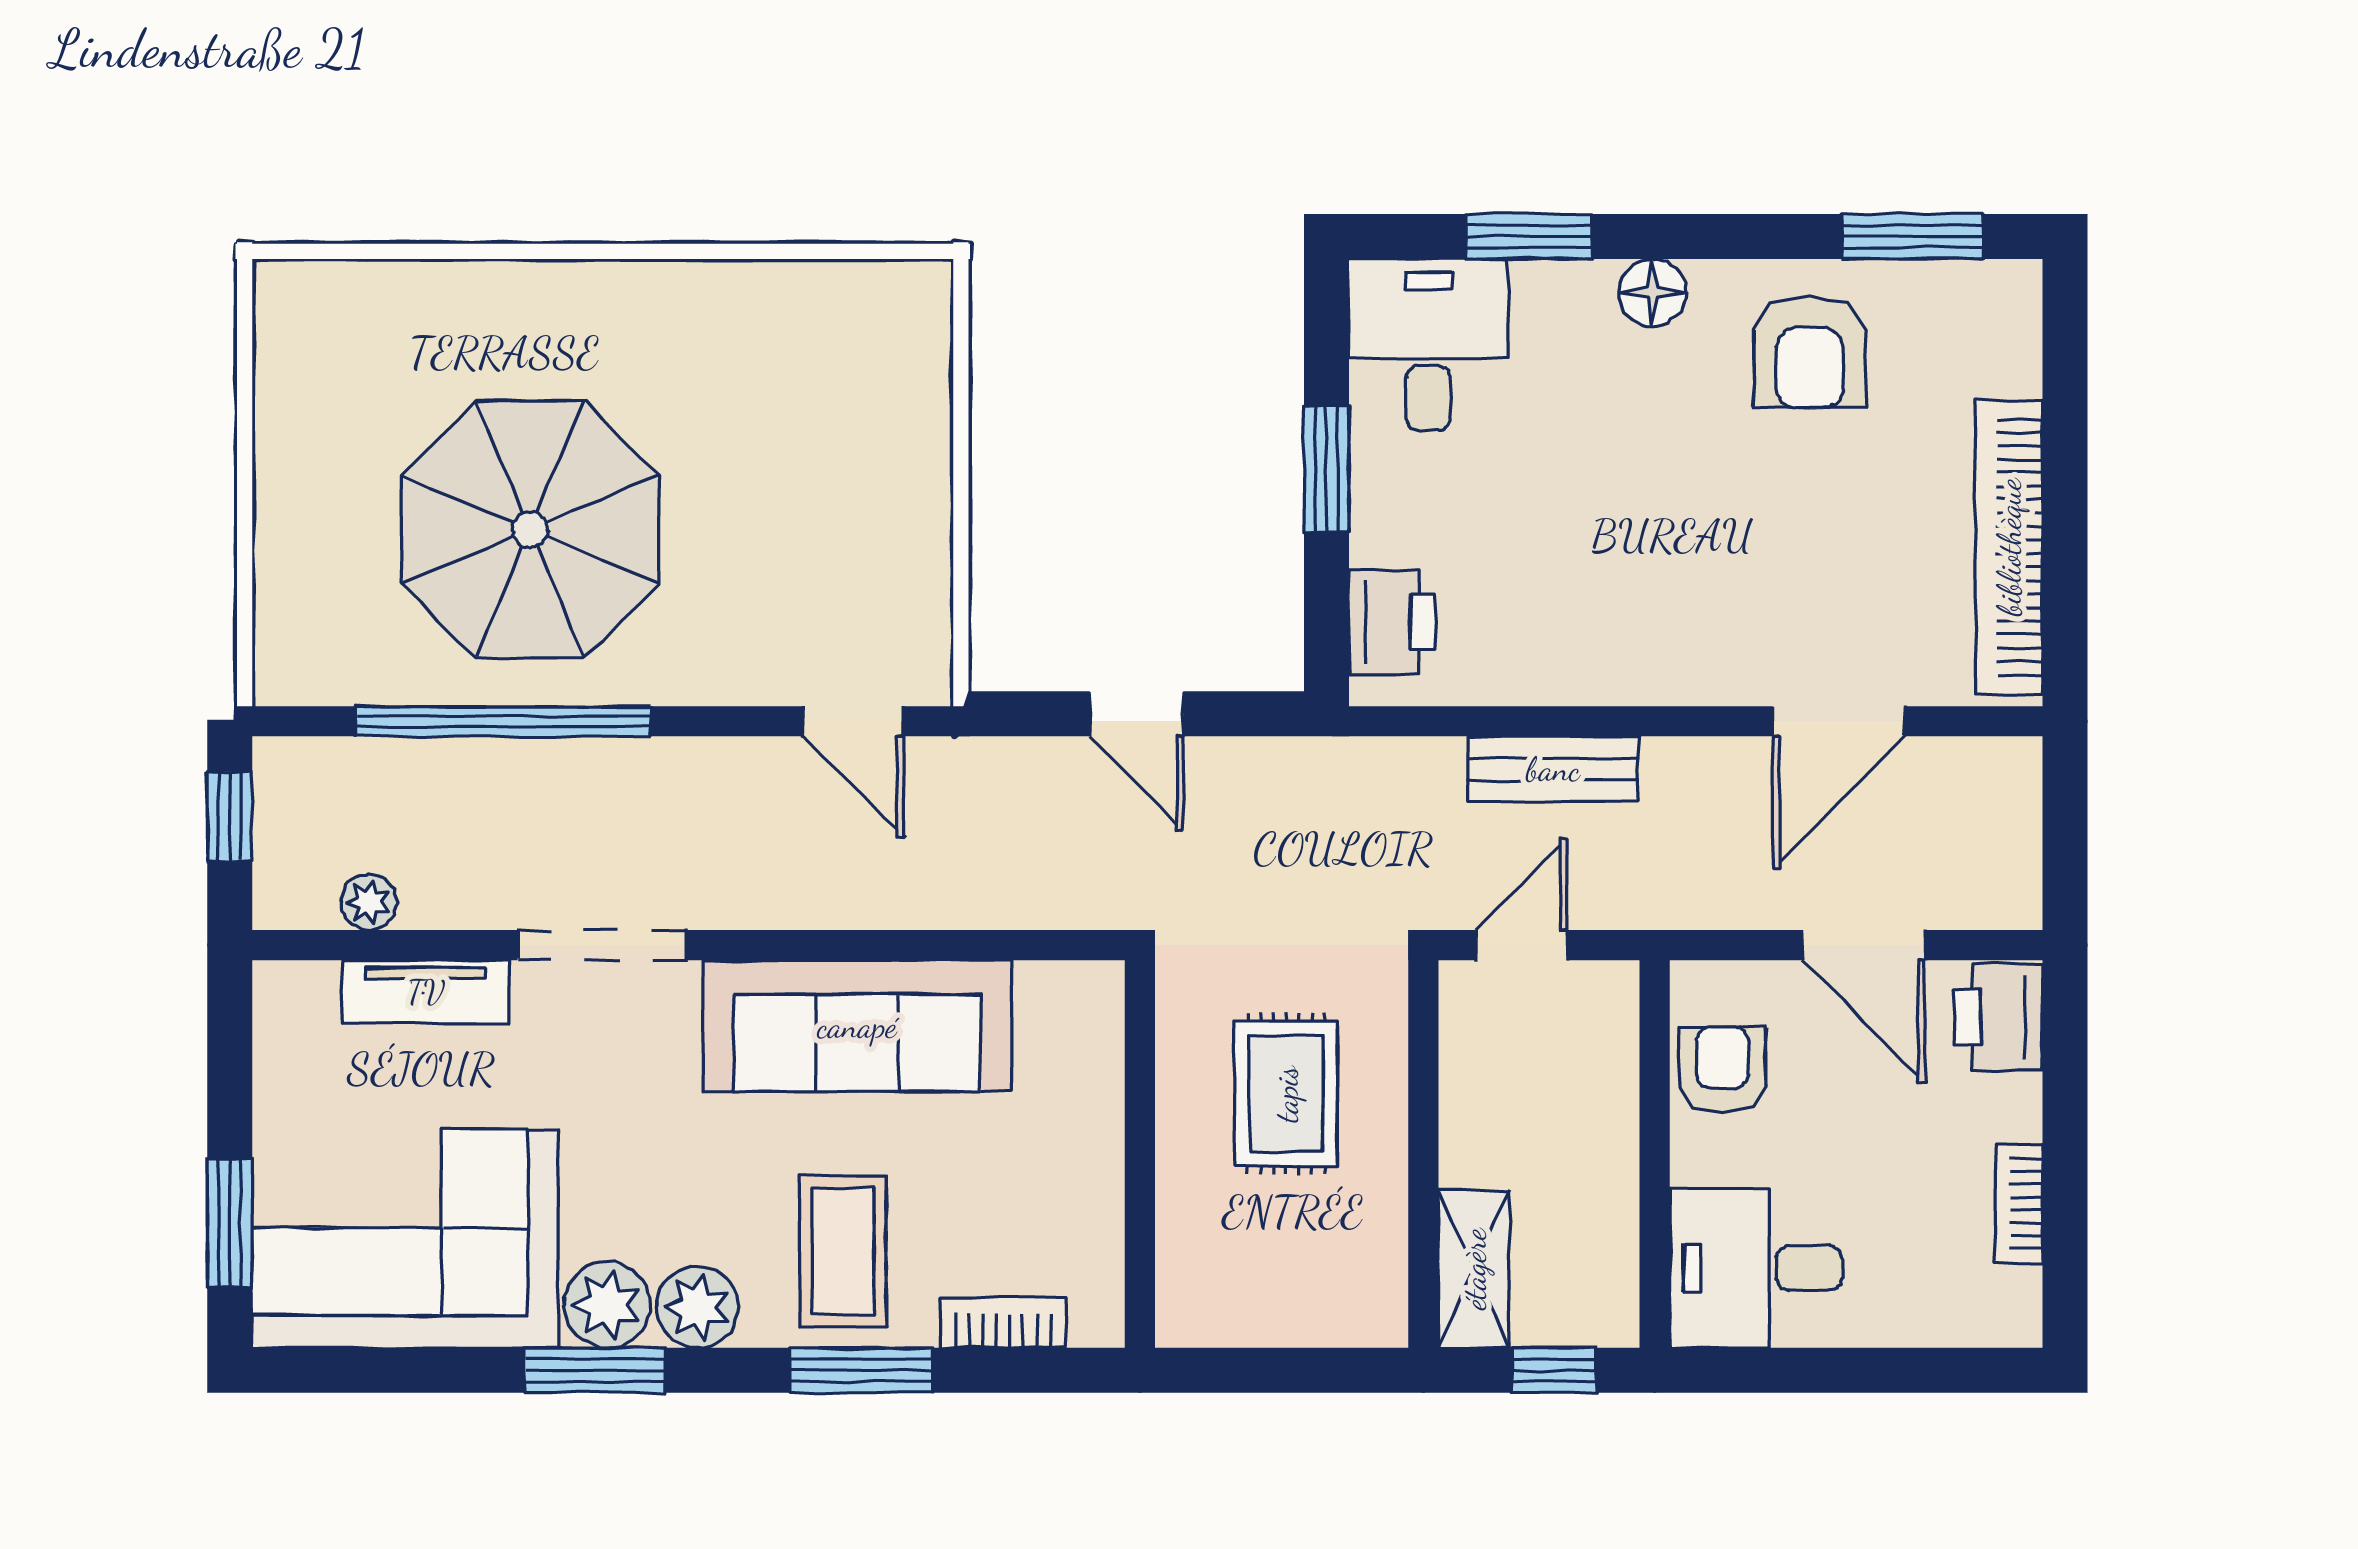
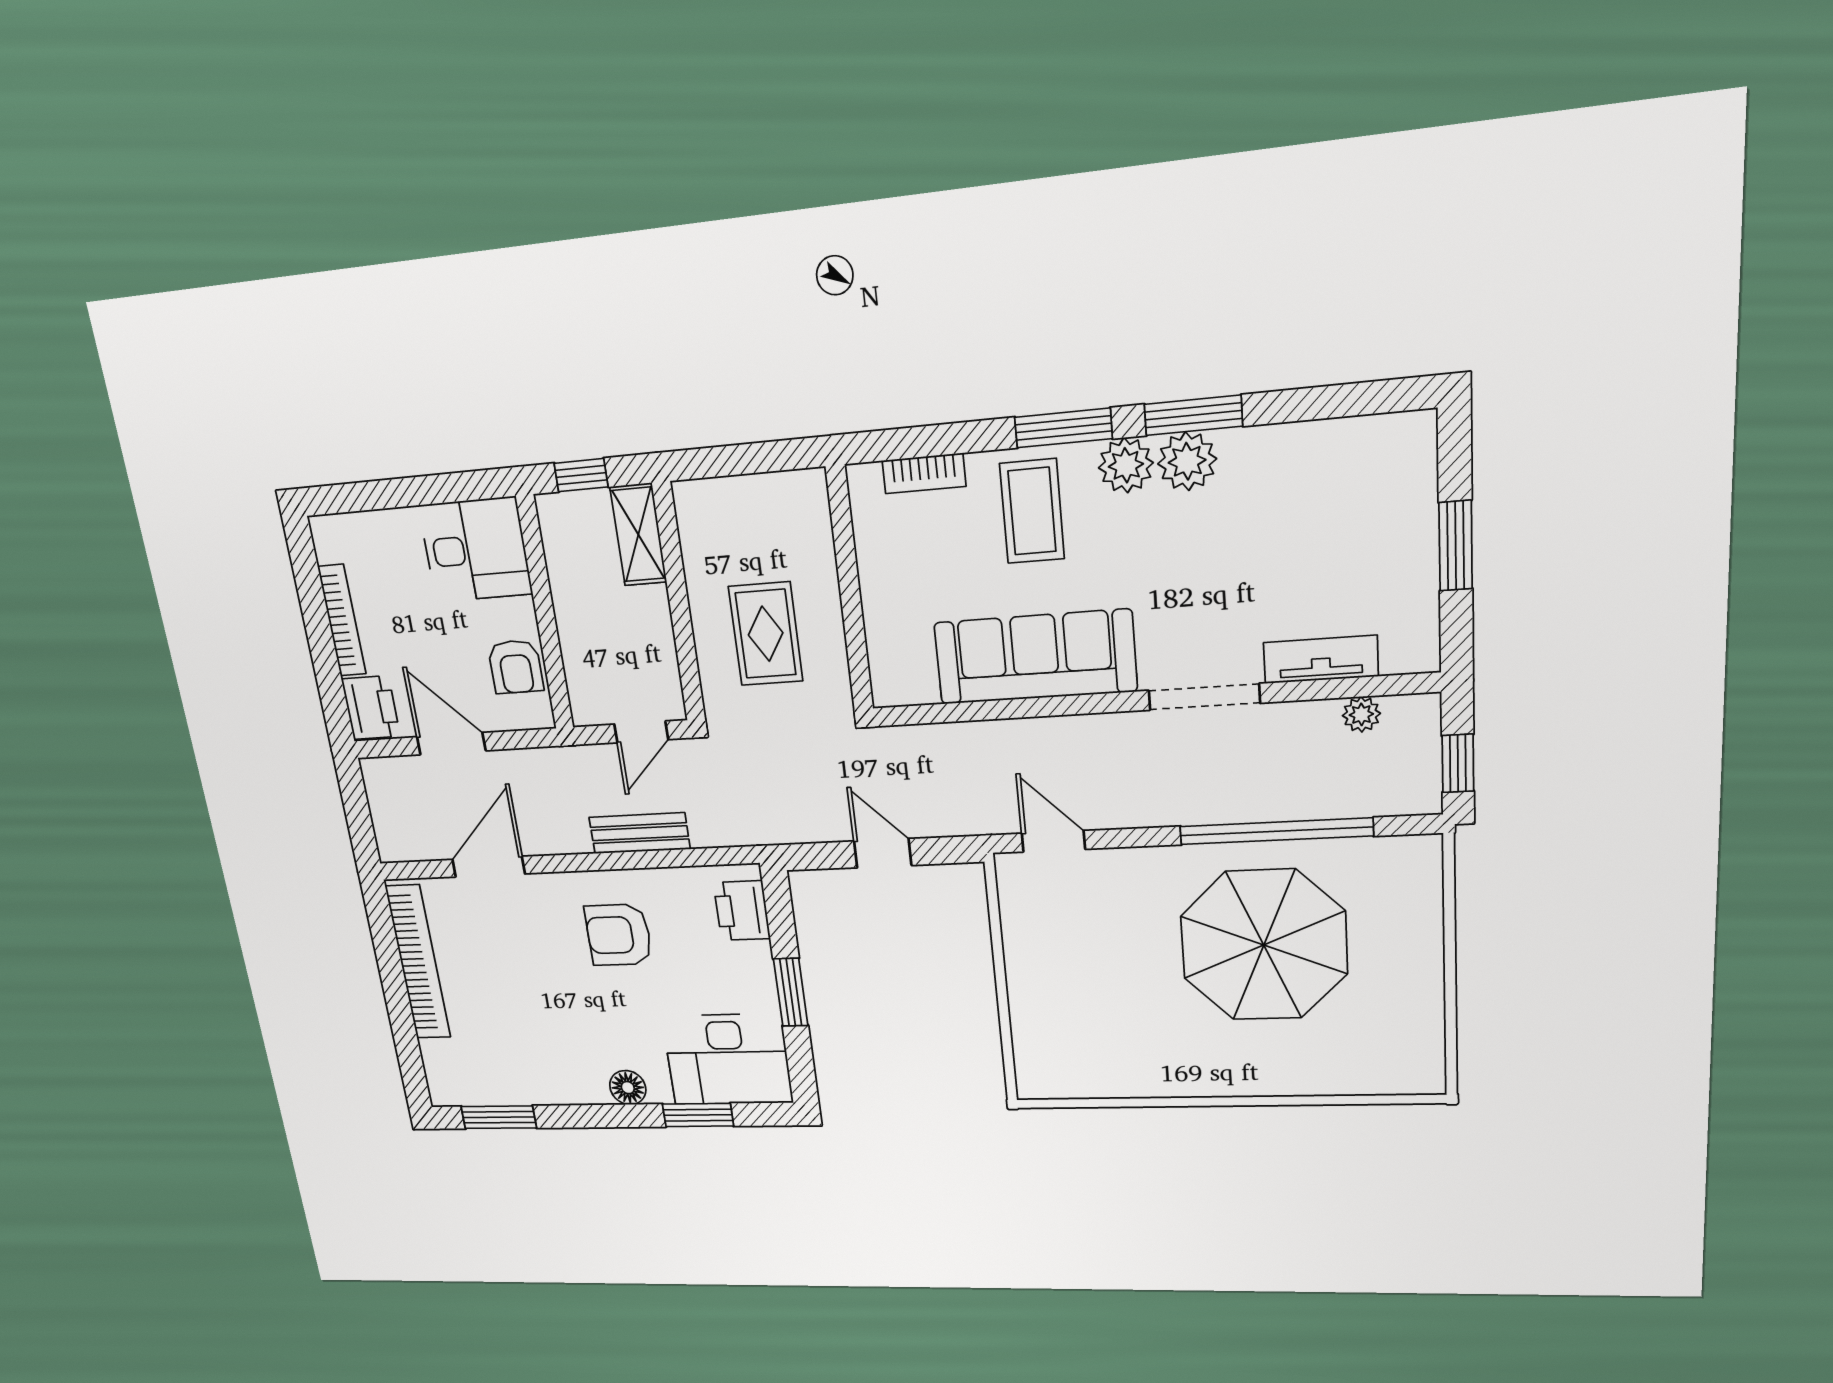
desk: (1428, 345) -> (727, 1059), width x1.37
armchair: (1810, 352) -> (619, 935), moved, turned -90
bookcase: (2019, 1204) -> (342, 620), width x1.56
window: (230, 1223) -> (1456, 546), moved
corner sofa: (405, 1239) -> (1330, 494), removed
window: (862, 1370) -> (1063, 428), moved

